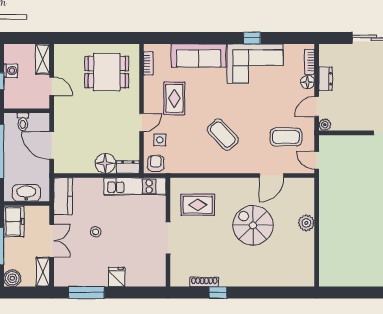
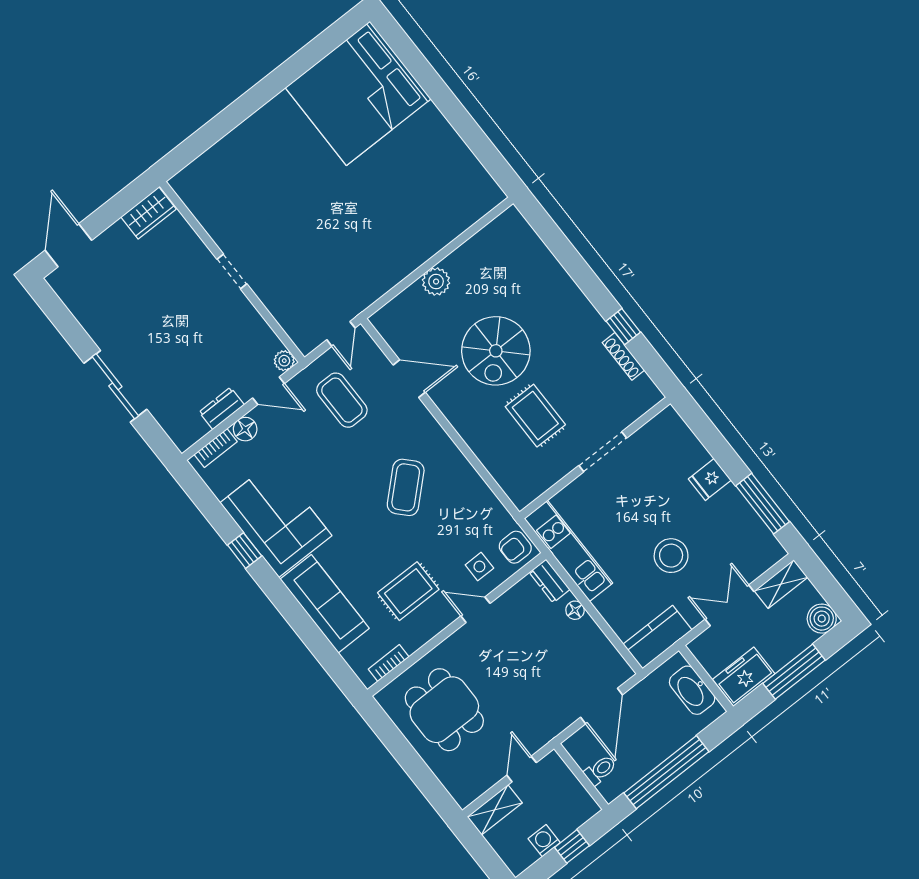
floor lamp: (105, 163) -> (575, 610), width x0.53, depth x0.53
rug: (198, 205) -> (535, 416), moved
stool: (96, 232) -> (671, 556), width x1.89, depth x1.89

